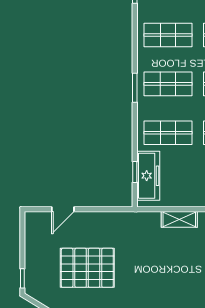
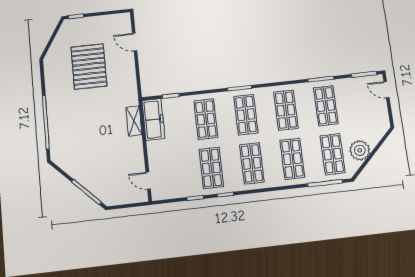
freezer: (148, 176) -> (153, 119), moved, turned -90
shelving: (179, 219) -> (134, 121), moved

